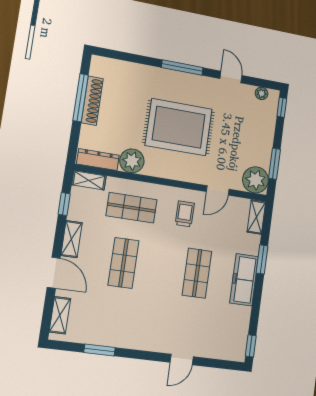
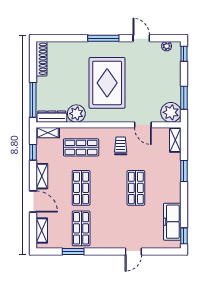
window: (81, 98) -> (33, 100), moved
shoe rack: (92, 101) -> (41, 59), moved
rug: (179, 127) -> (107, 83), turned 90
door: (218, 190) -> (143, 125), hinge flipped
freezer: (244, 280) -> (172, 222), moved
shop shelf: (115, 319) -> (81, 228), added

